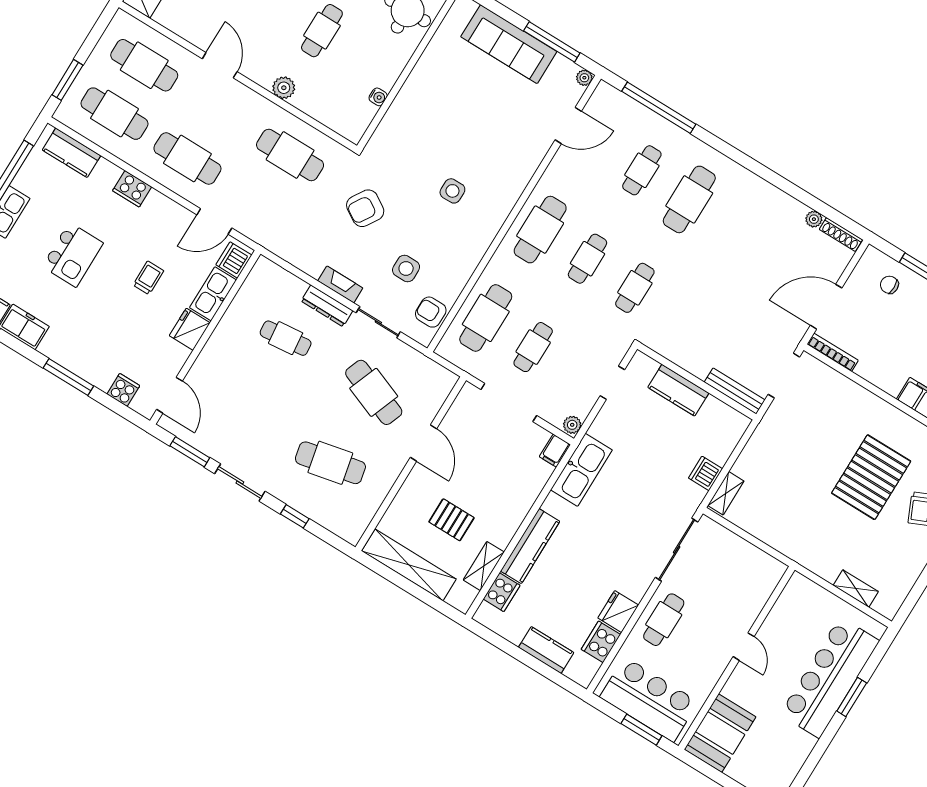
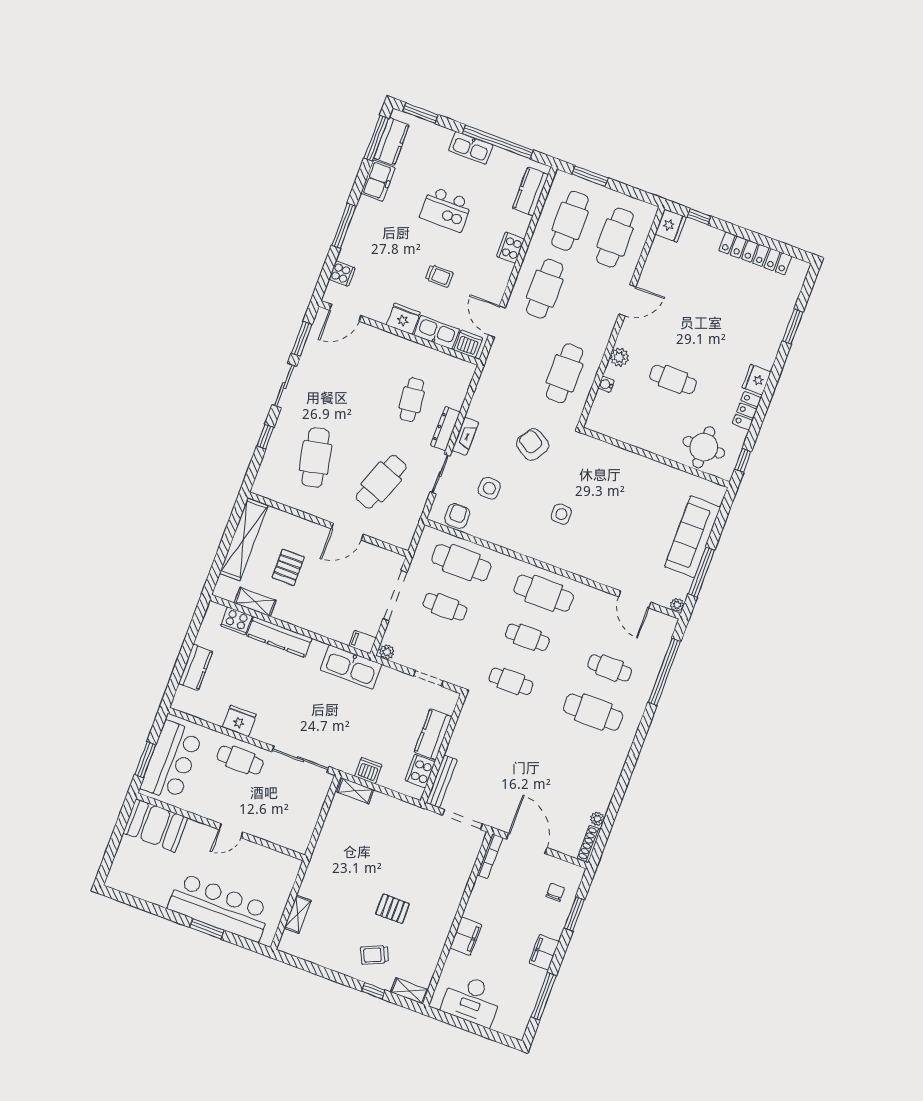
water cooler: (378, 97) -> (606, 384), moved, turned 90
pallet: (871, 477) -> (393, 909), width x0.49, depth x0.50
cooker: (601, 642) -> (420, 771), moved, turned -90

